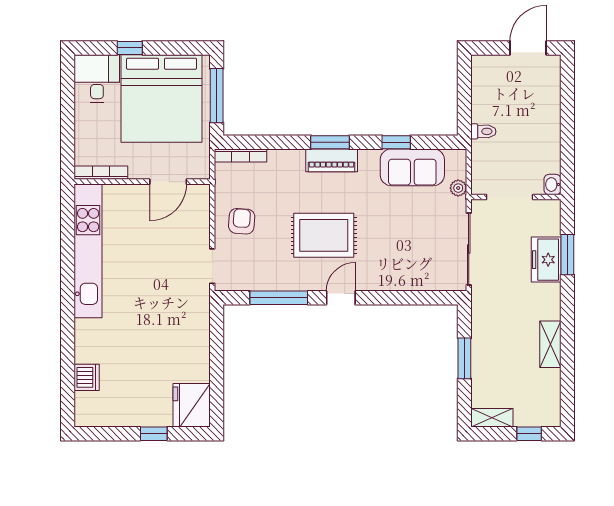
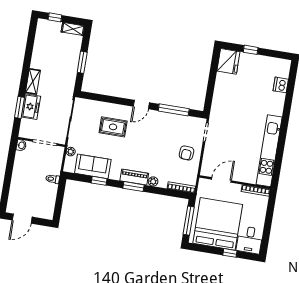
plant: (295, 158) -> (153, 181), added
rug: (324, 235) -> (113, 127), moved, width x0.73, depth x0.70
shelving: (550, 344) -> (33, 81), moved

